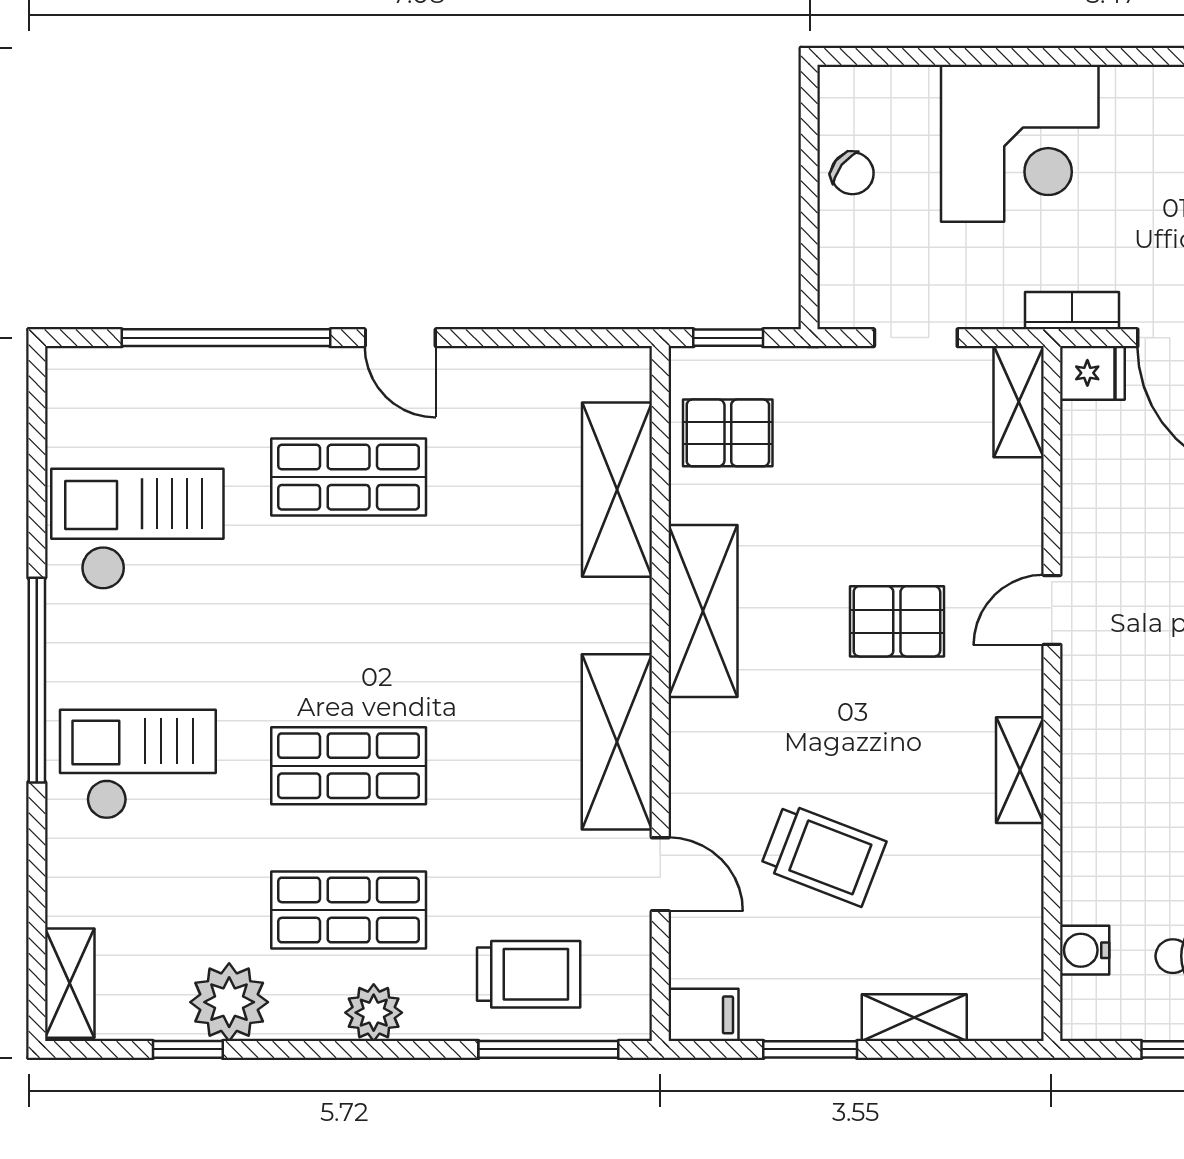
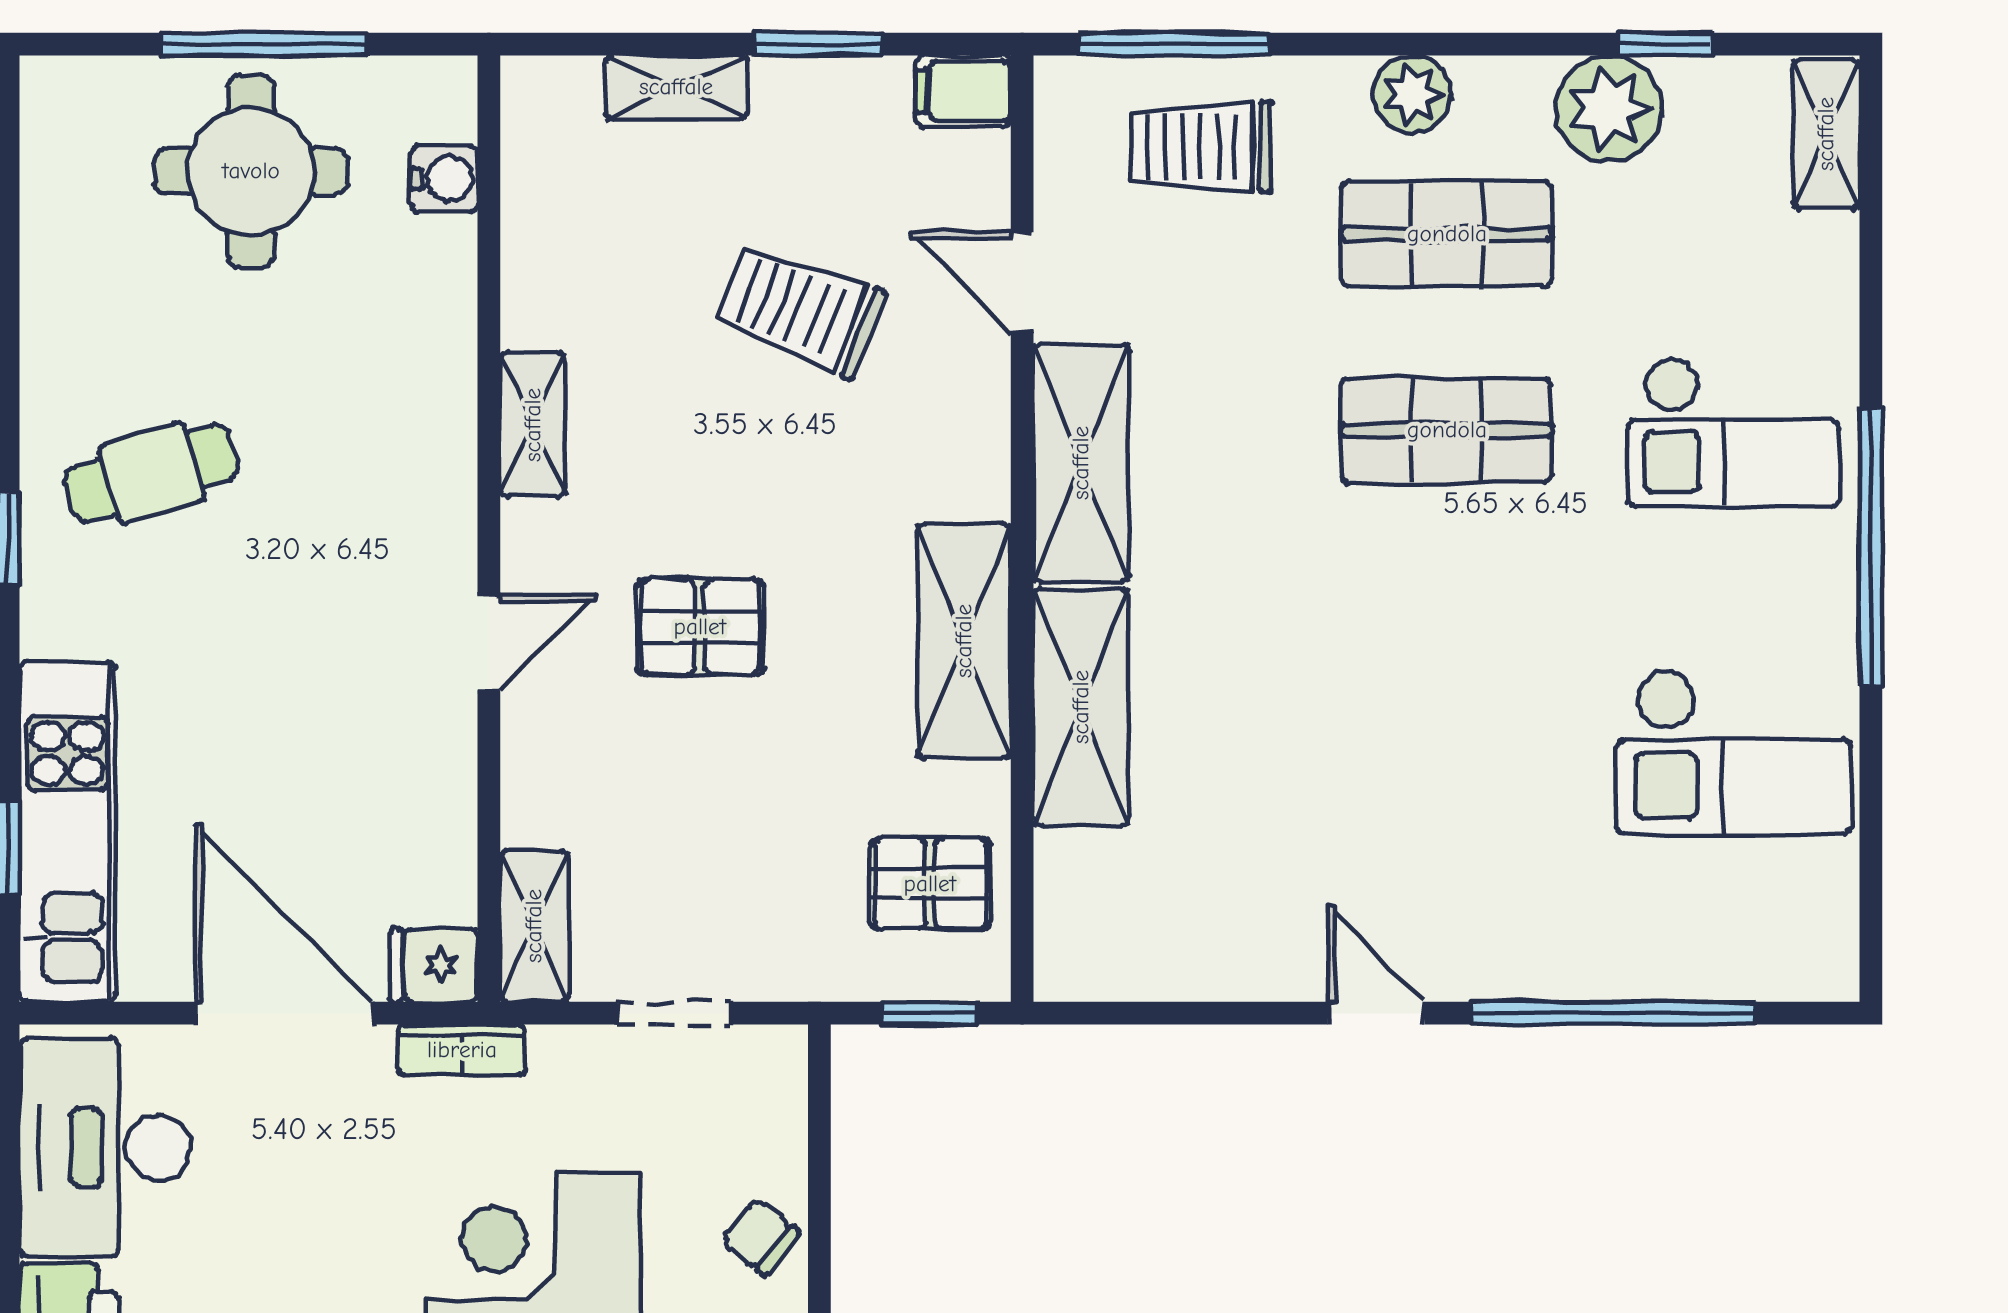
shop shelf: (349, 477) -> (1447, 823), removed
shelving: (617, 490) -> (1081, 707), moved

